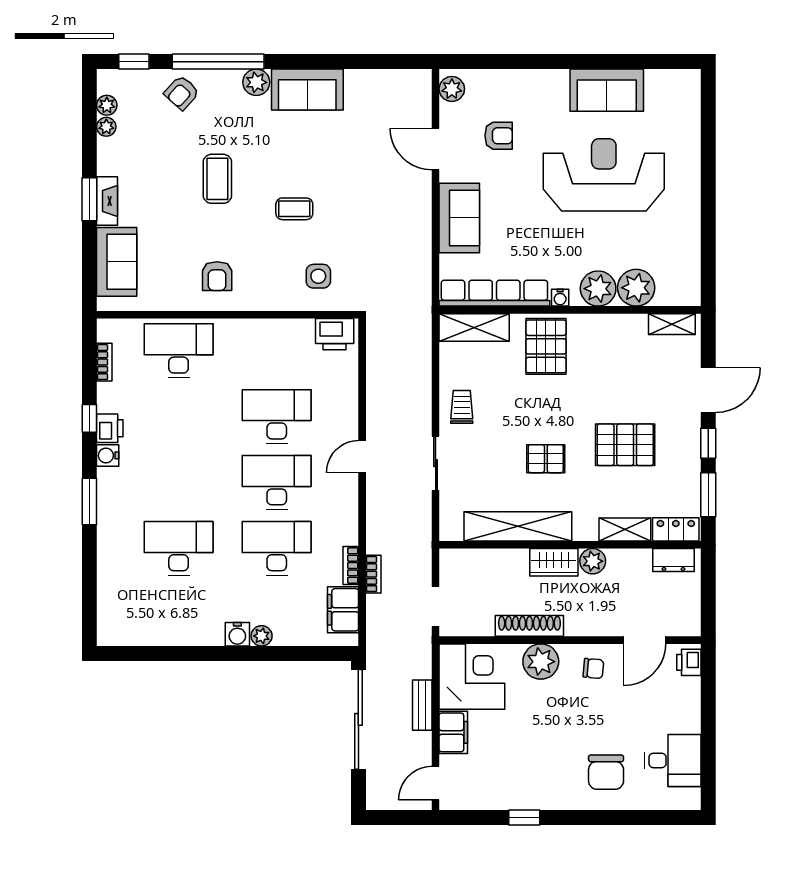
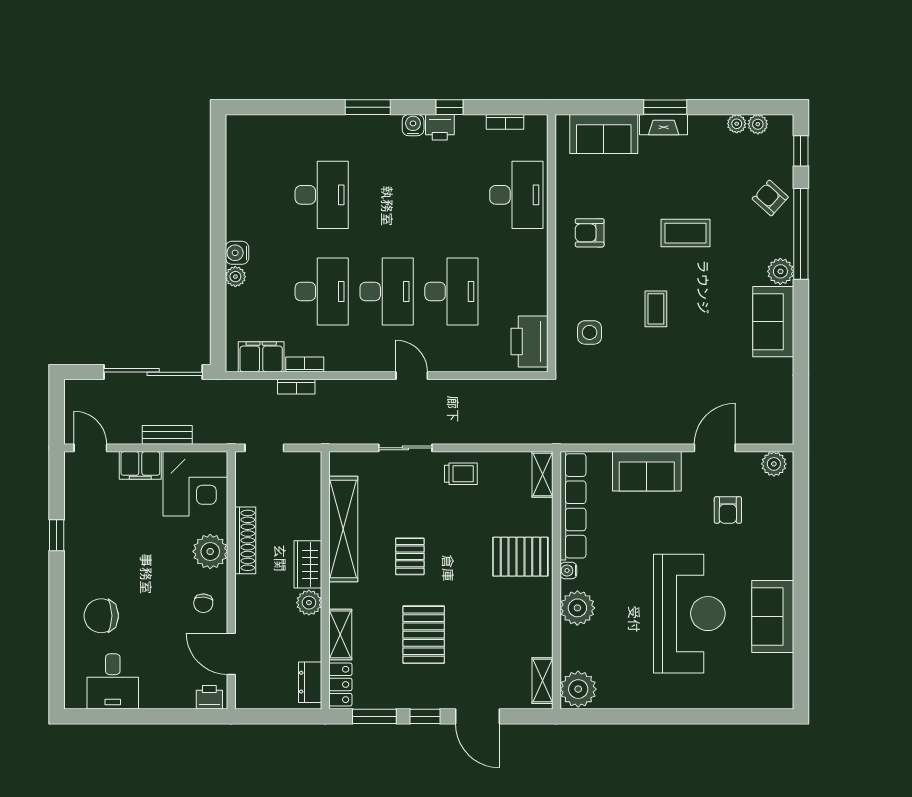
plant: (636, 288) -> (578, 689), moved
shelving: (474, 328) -> (542, 474), width x0.67, depth x0.75
printer: (335, 334) -> (530, 341), width x1.37, depth x1.19

